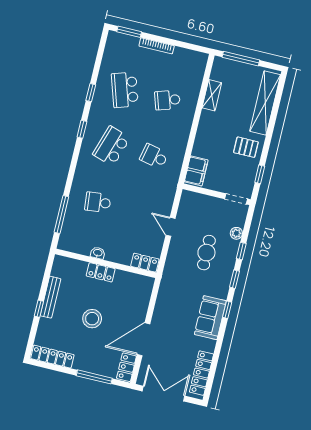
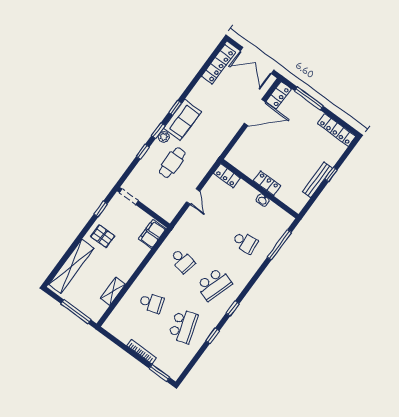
plant: (236, 233) -> (164, 137), moved
sofa: (210, 318) -> (182, 120), moved
stool: (92, 319) -> (290, 148), removed

